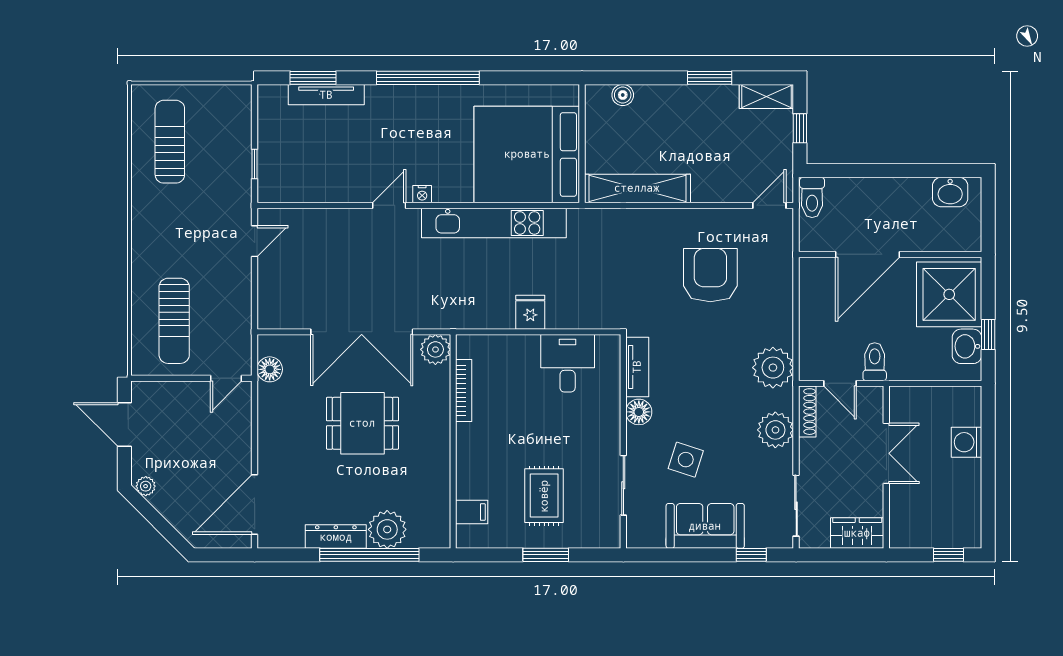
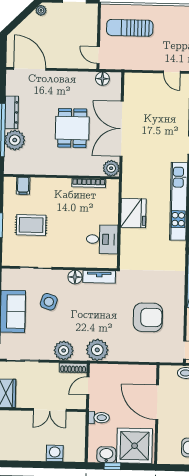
fridge: (530, 312) -> (133, 213), width x1.88, depth x1.34
toilet: (875, 362) -> (99, 418), moved

